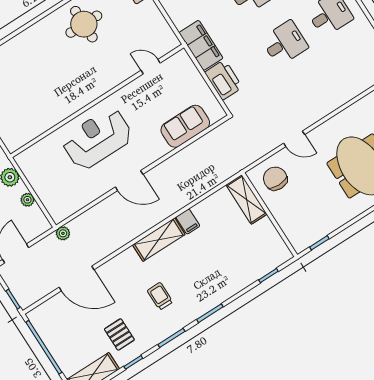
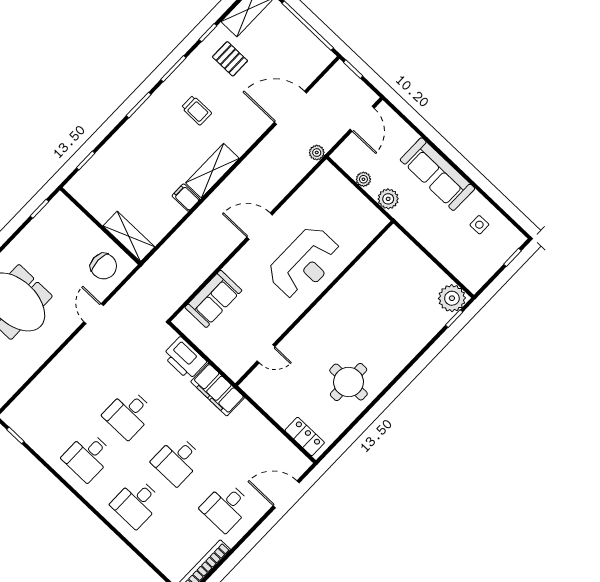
door: (294, 139) -> (94, 314), hinge flipped

